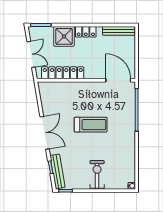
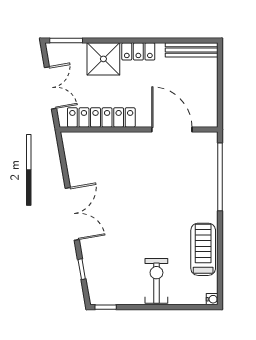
door: (118, 80) -> (172, 129), moved
treadmill: (91, 125) -> (203, 249), moved, turned -90
bench: (57, 171) -> (93, 276), removed

